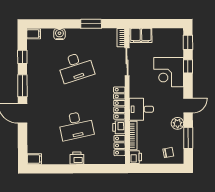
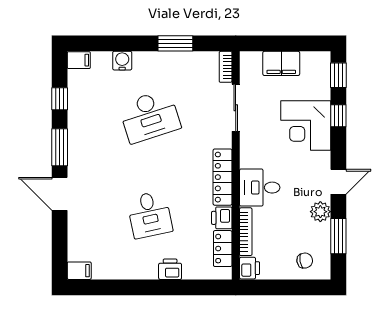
filing cabinet: (141, 35) -> (281, 63), moved
desk: (76, 126) -> (150, 215), width x0.73
printer: (77, 158) -> (170, 269), moved

